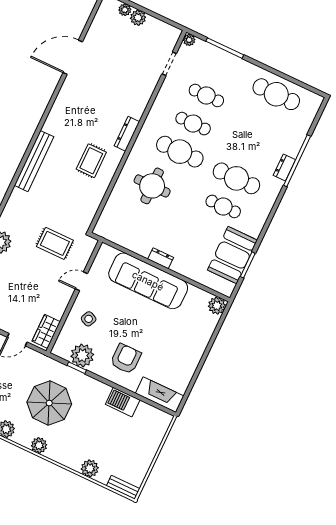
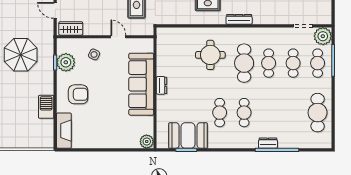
plant: (189, 40) -> (323, 36), width x1.88, depth x1.88
cafe table: (220, 67) -> (318, 63), added
cafe table: (236, 178) -> (244, 113), width x0.73, depth x0.74

